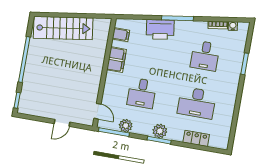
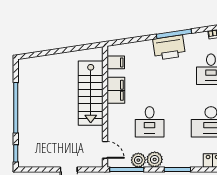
stairs: (63, 28) -> (91, 93), moved, turned 98
printer: (160, 29) -> (169, 48), moved
plant: (160, 131) -> (155, 159), moved

